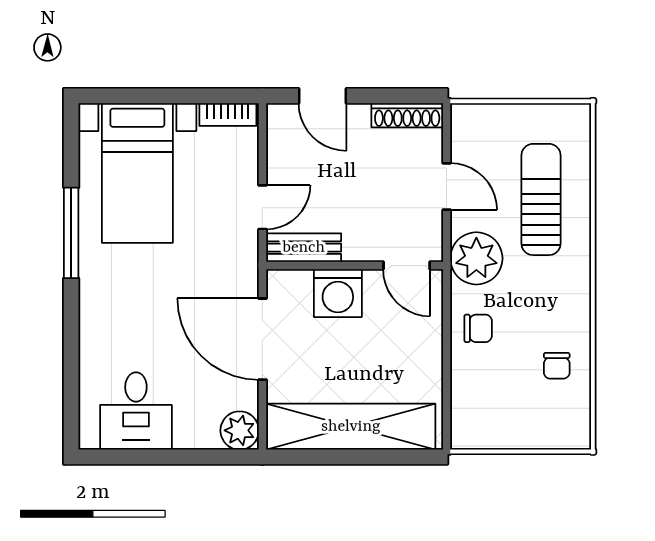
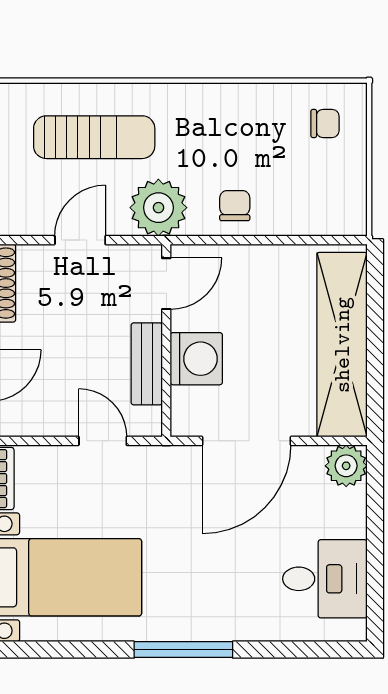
sun lounger: (541, 199) -> (94, 137), turned 180
window: (71, 233) -> (183, 650), moved
bench: (304, 248) -> (147, 364), moved
chair: (557, 366) -> (325, 123), moved

